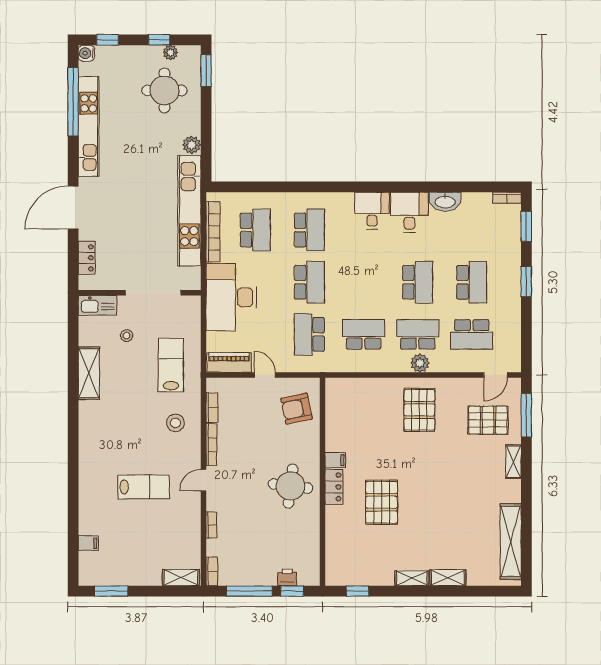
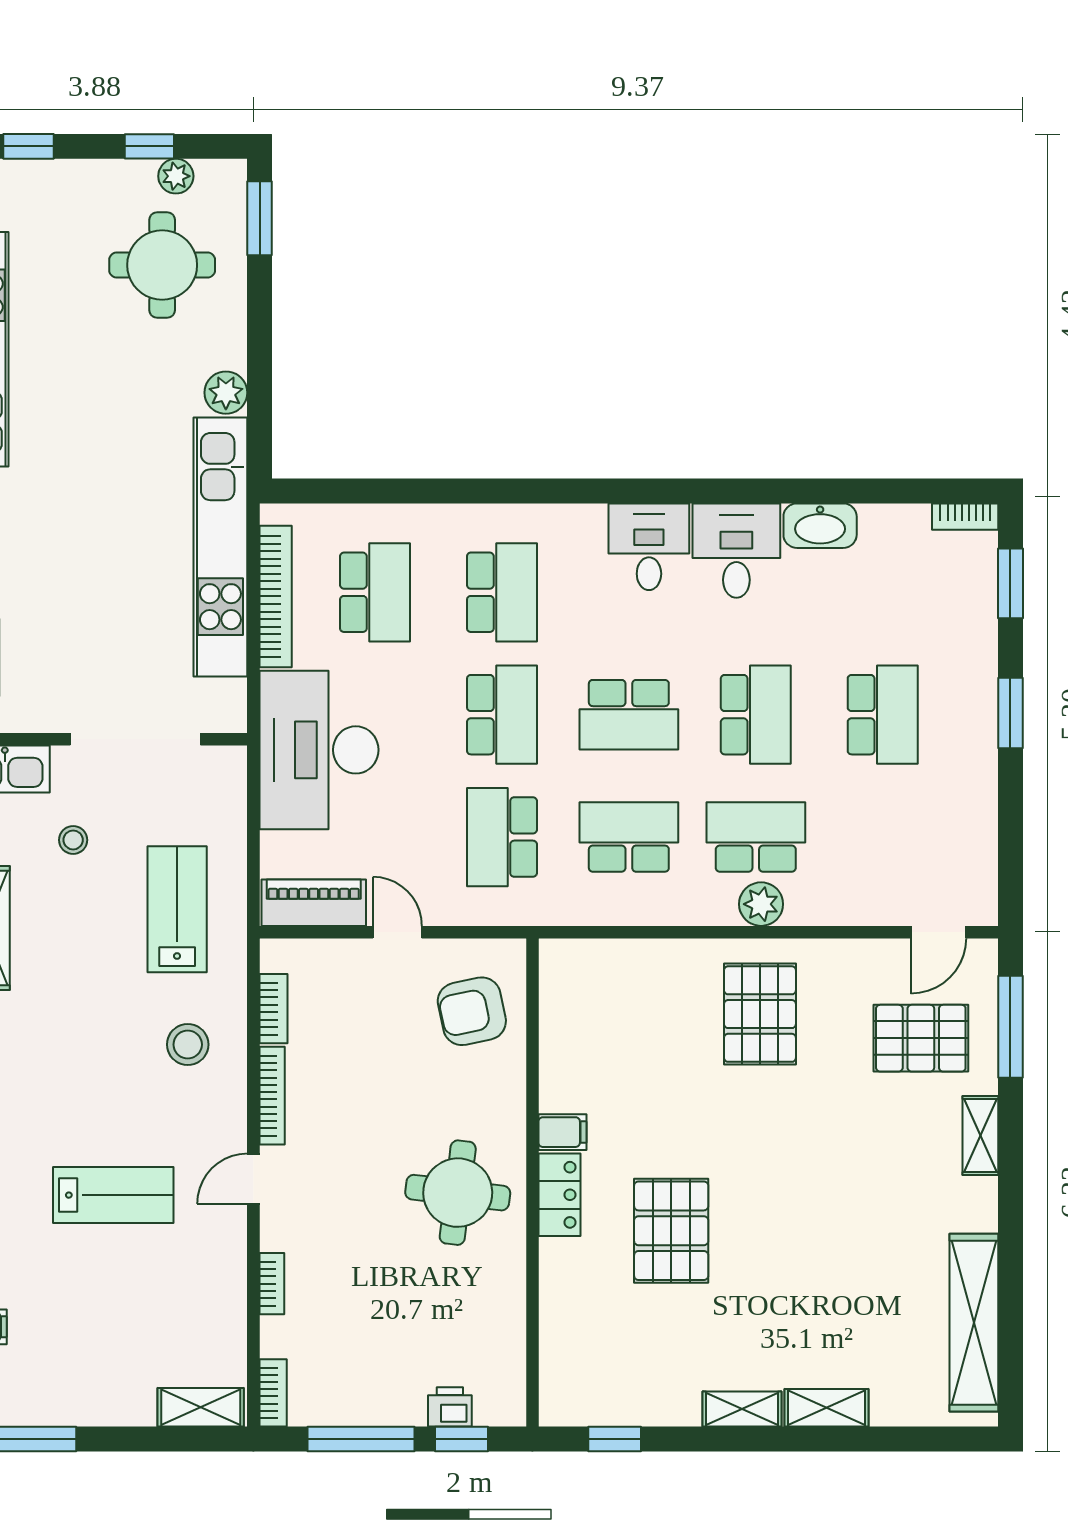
school desk: (472, 334) -> (629, 715), moved

